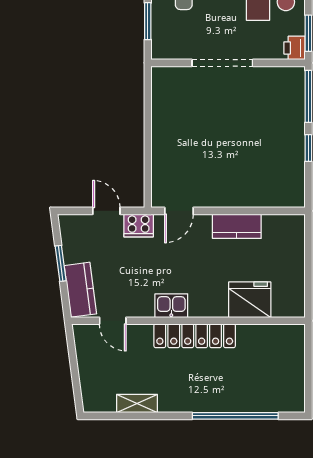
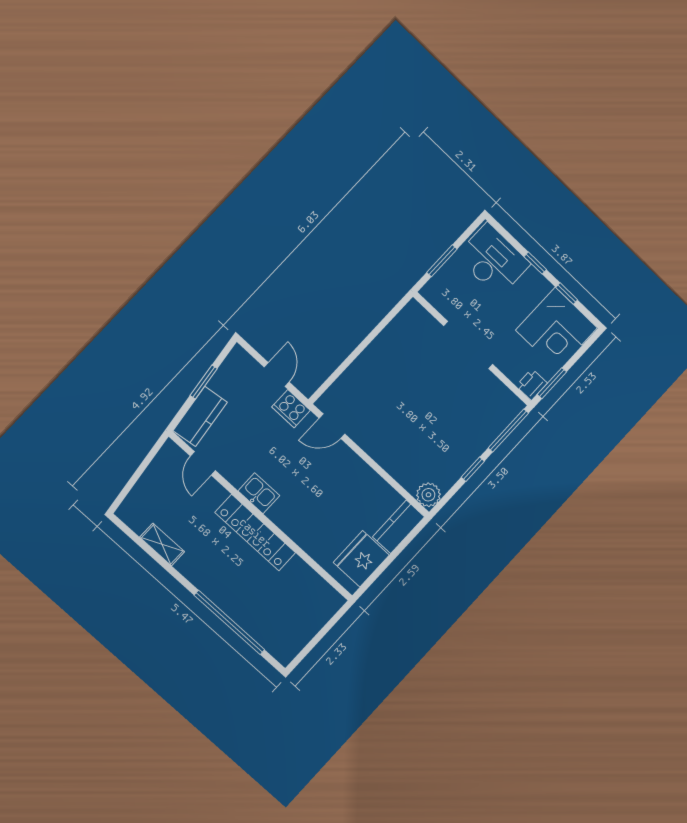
plant: (293, 196) -> (428, 495), added
kitchen counter: (237, 226) -> (399, 527), moved, turned 90
fridge: (250, 300) -> (361, 559), moved, turned -90

